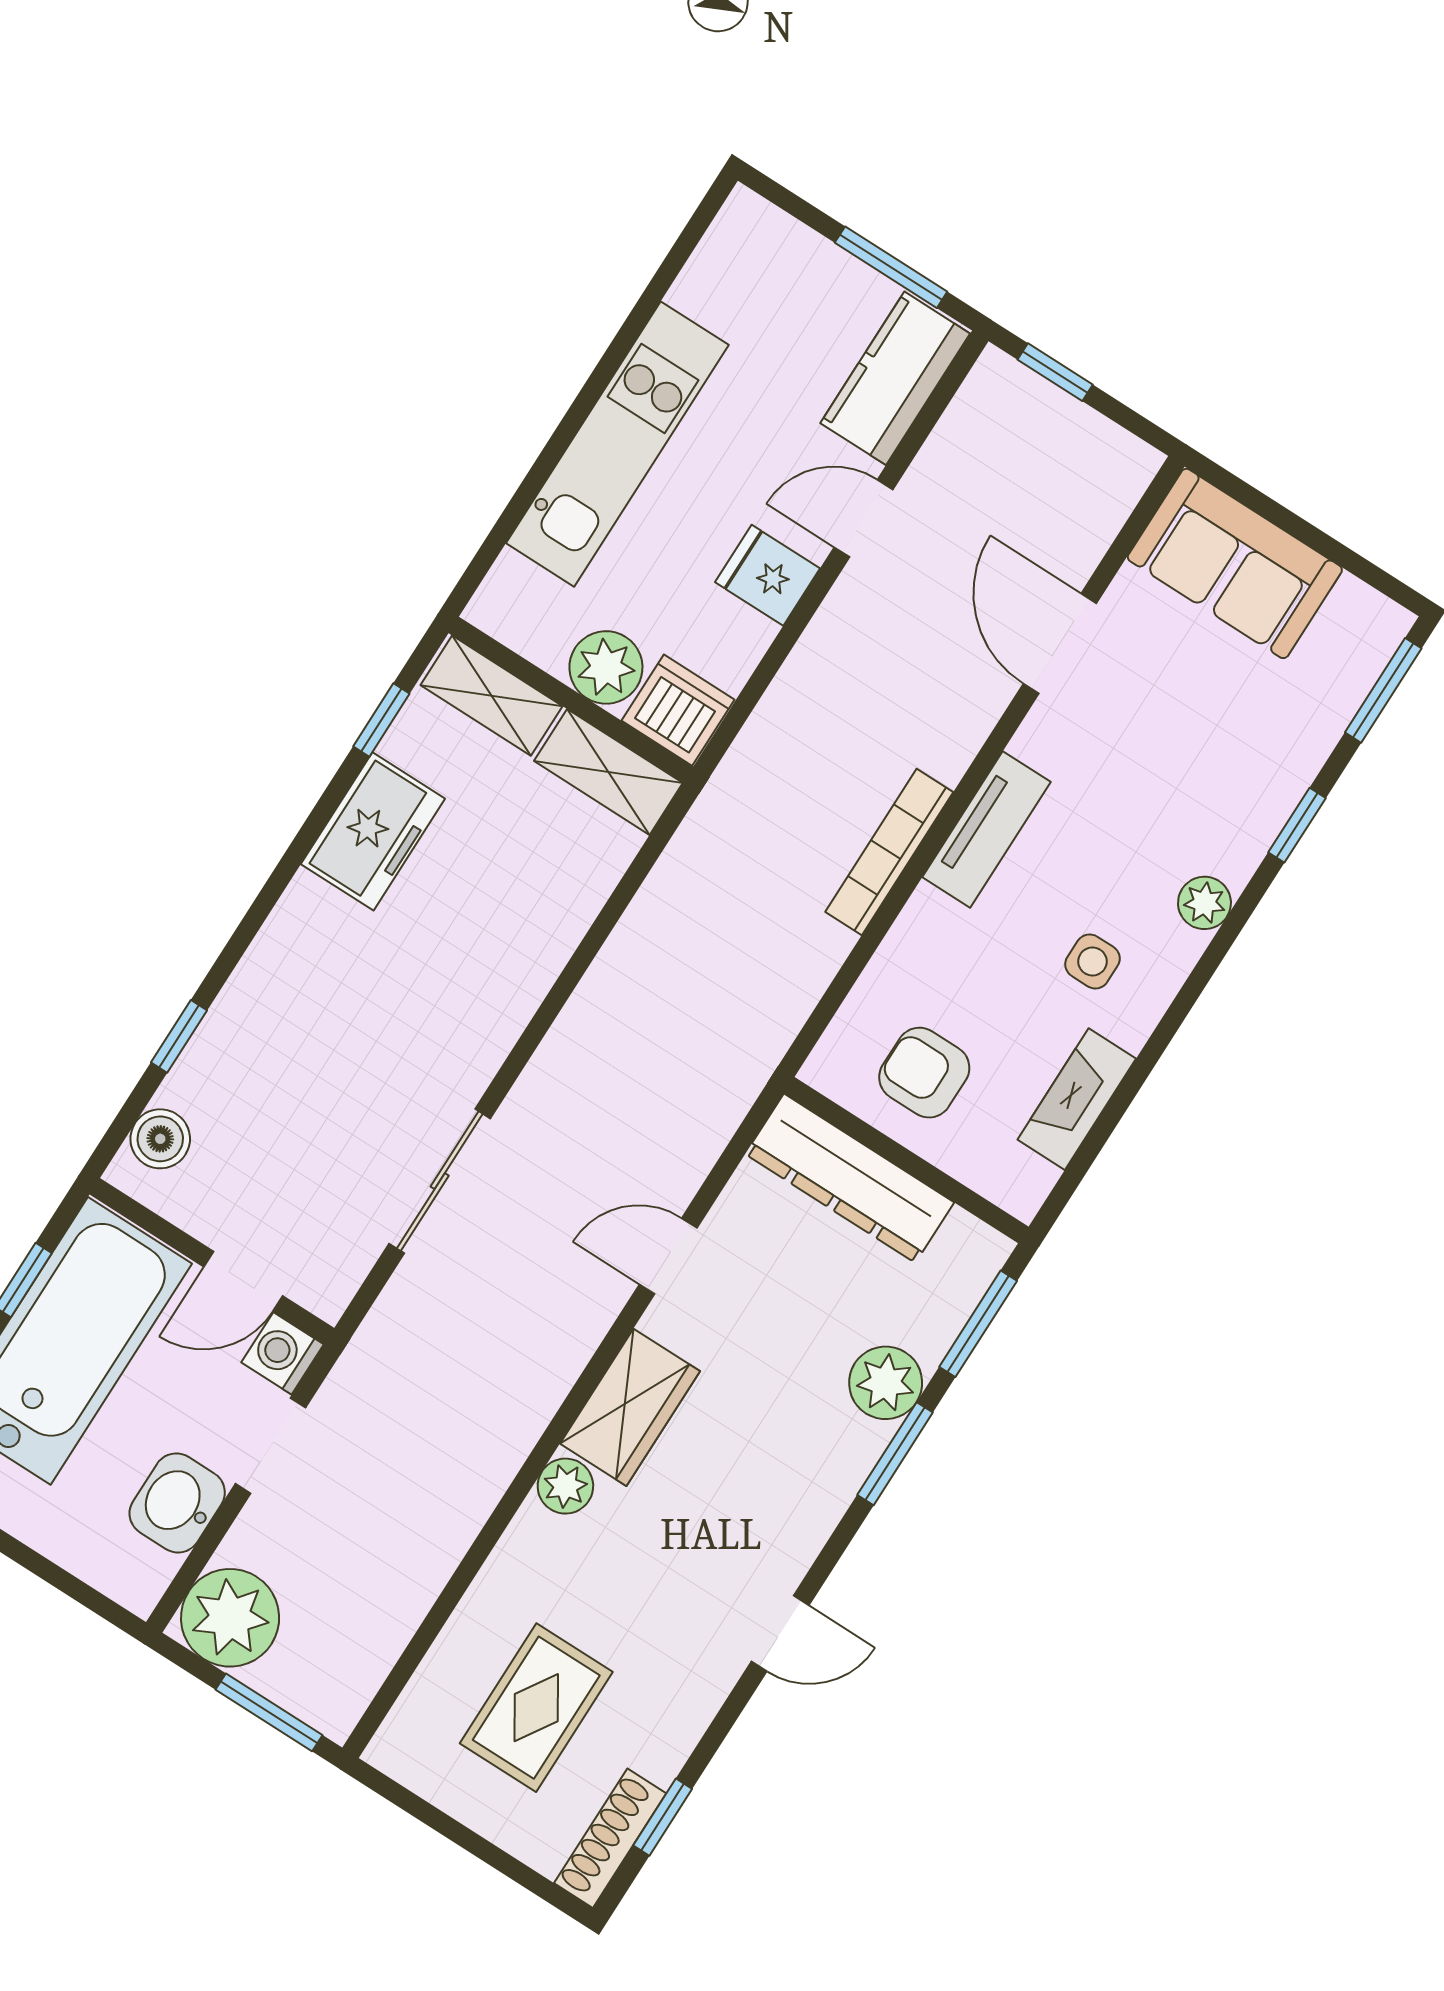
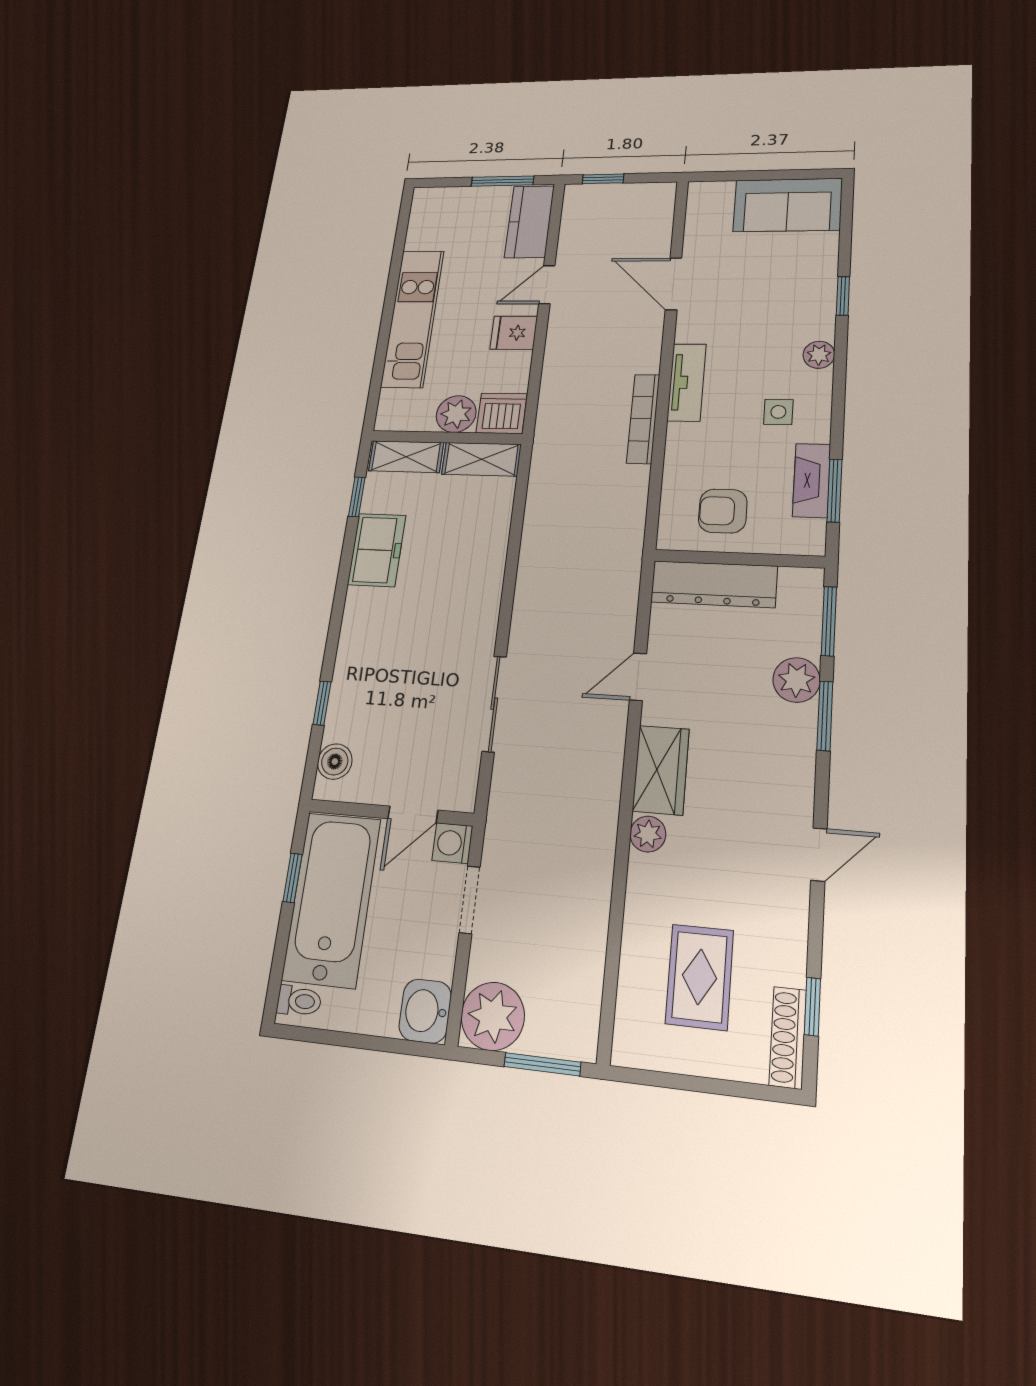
sofa: (1235, 563) -> (788, 205), moved
window: (1383, 690) -> (835, 490), moved
washbasin: (177, 1503) -> (425, 1011), moved

